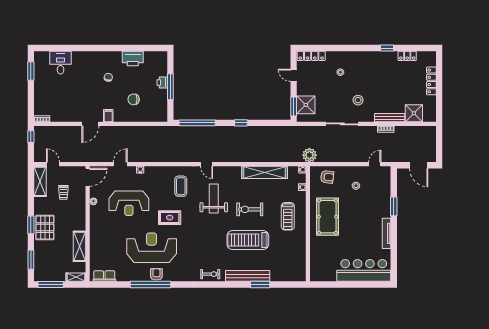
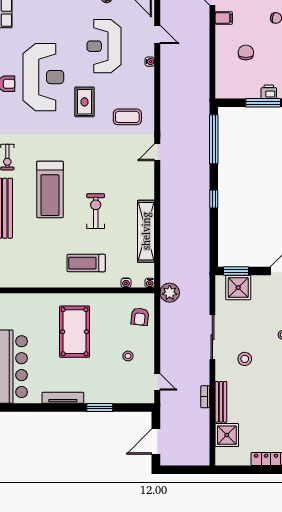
weight bench: (214, 198) -> (111, 162), removed
pool table: (328, 217) -> (75, 332), moved, turned 90
treadmill: (248, 240) -> (50, 189), moved, turned 180

